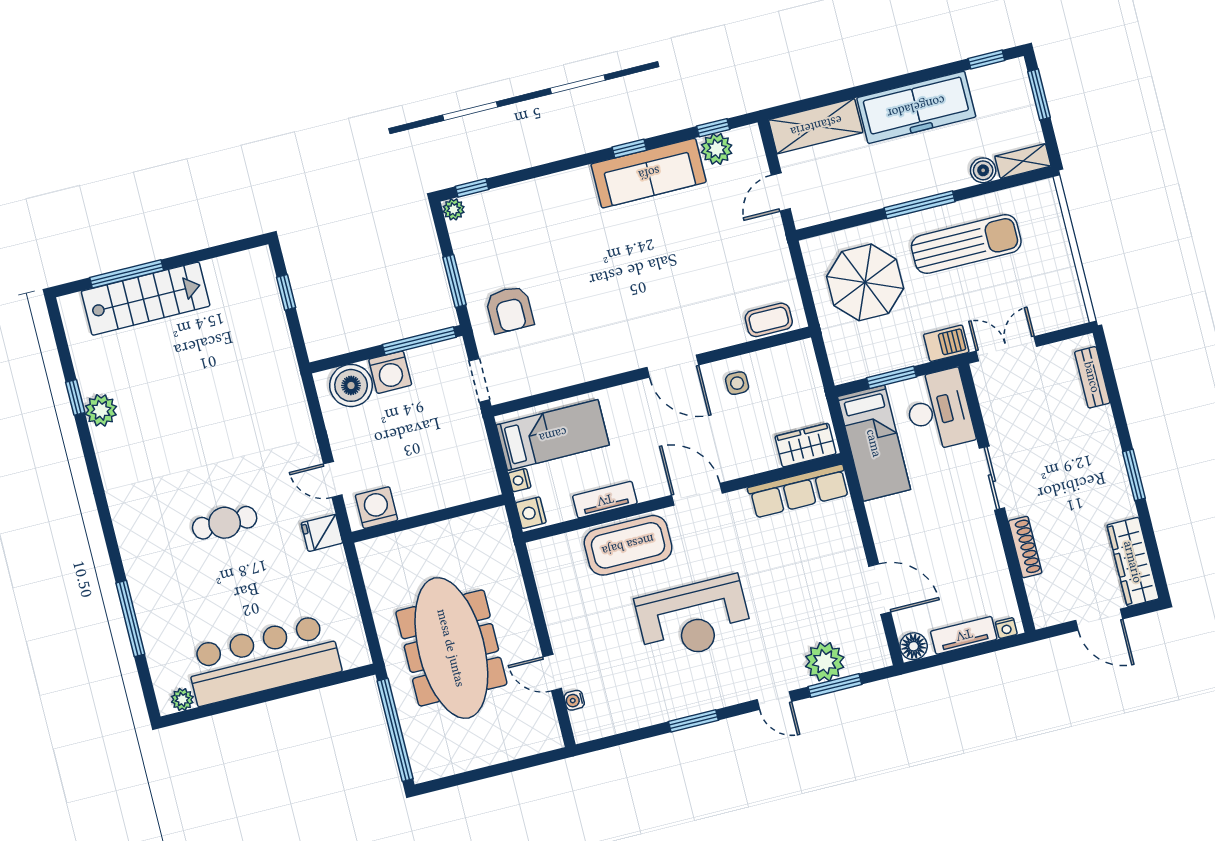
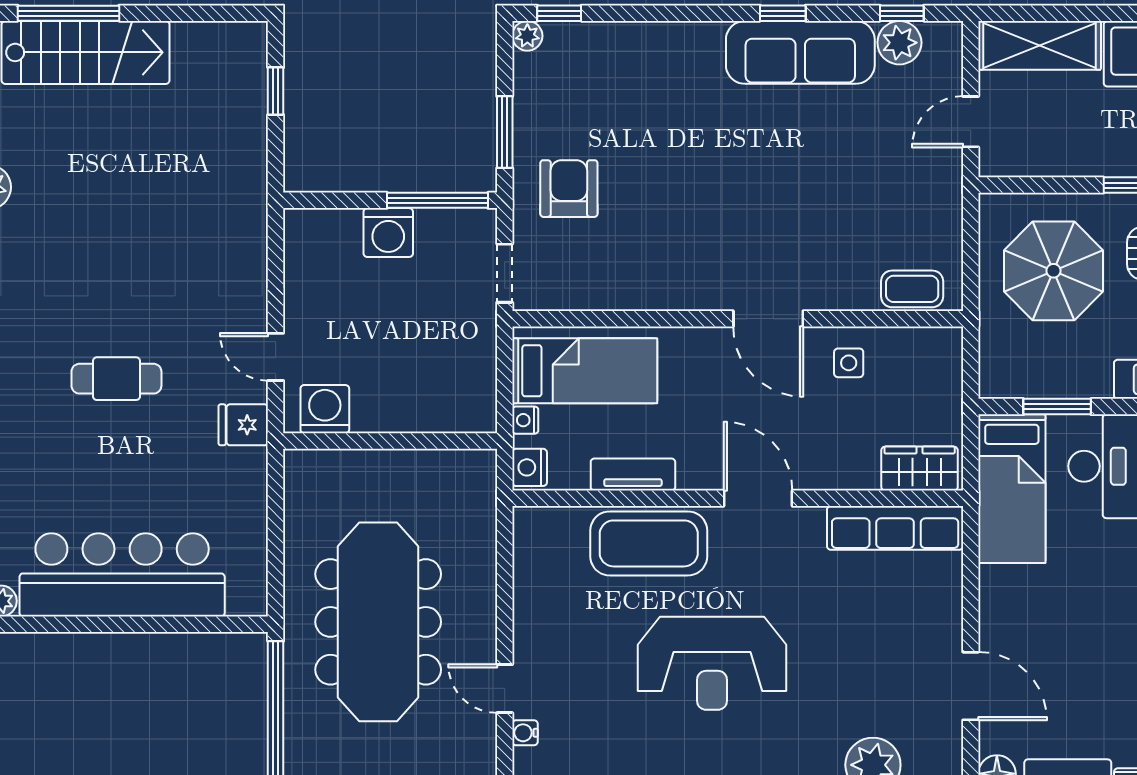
armchair: (510, 310) -> (569, 189), turned 180
boiler: (351, 385) -> (331, 237), removed

